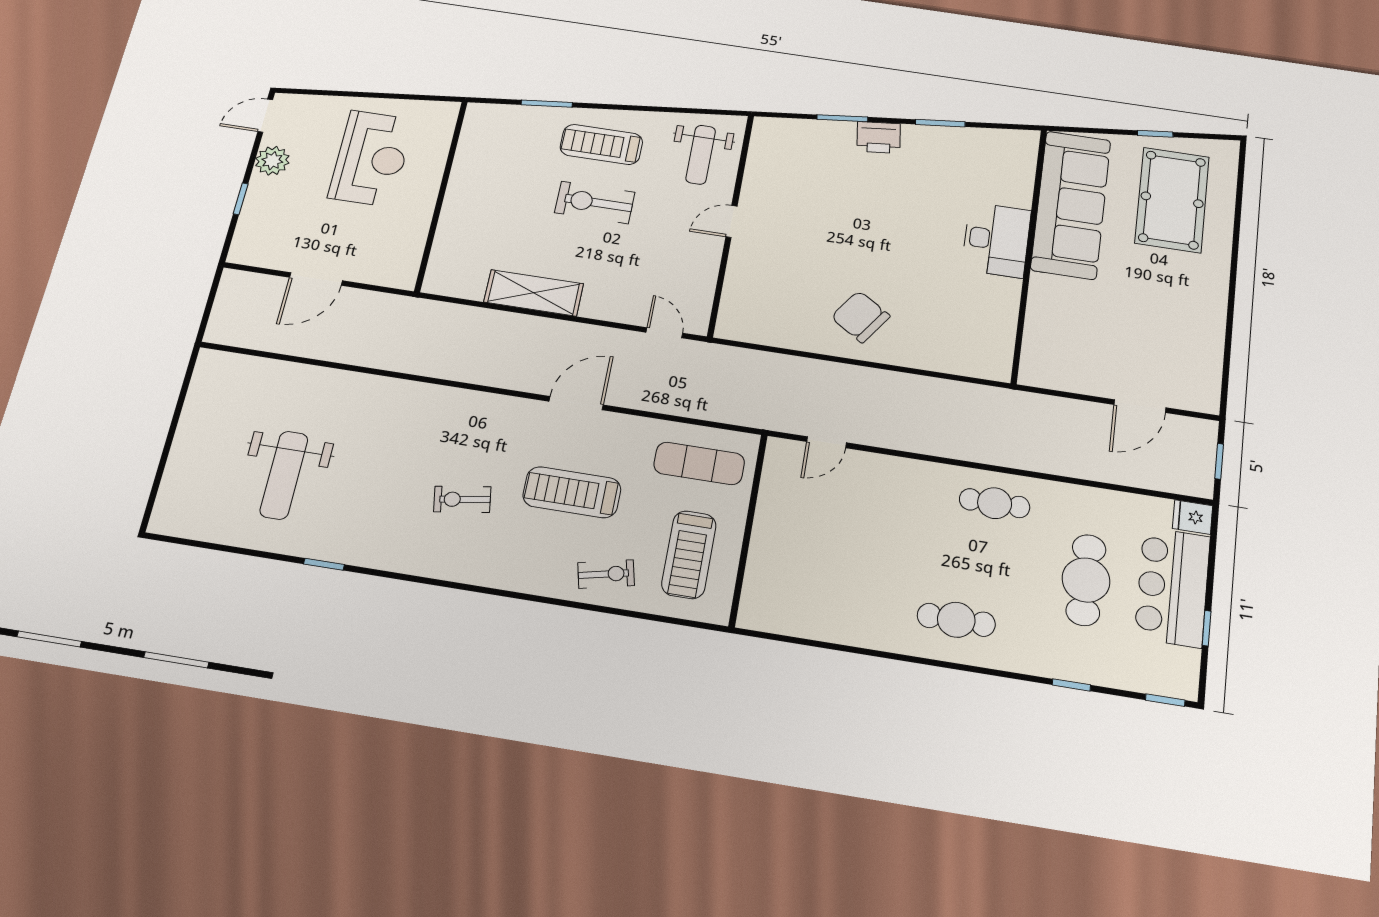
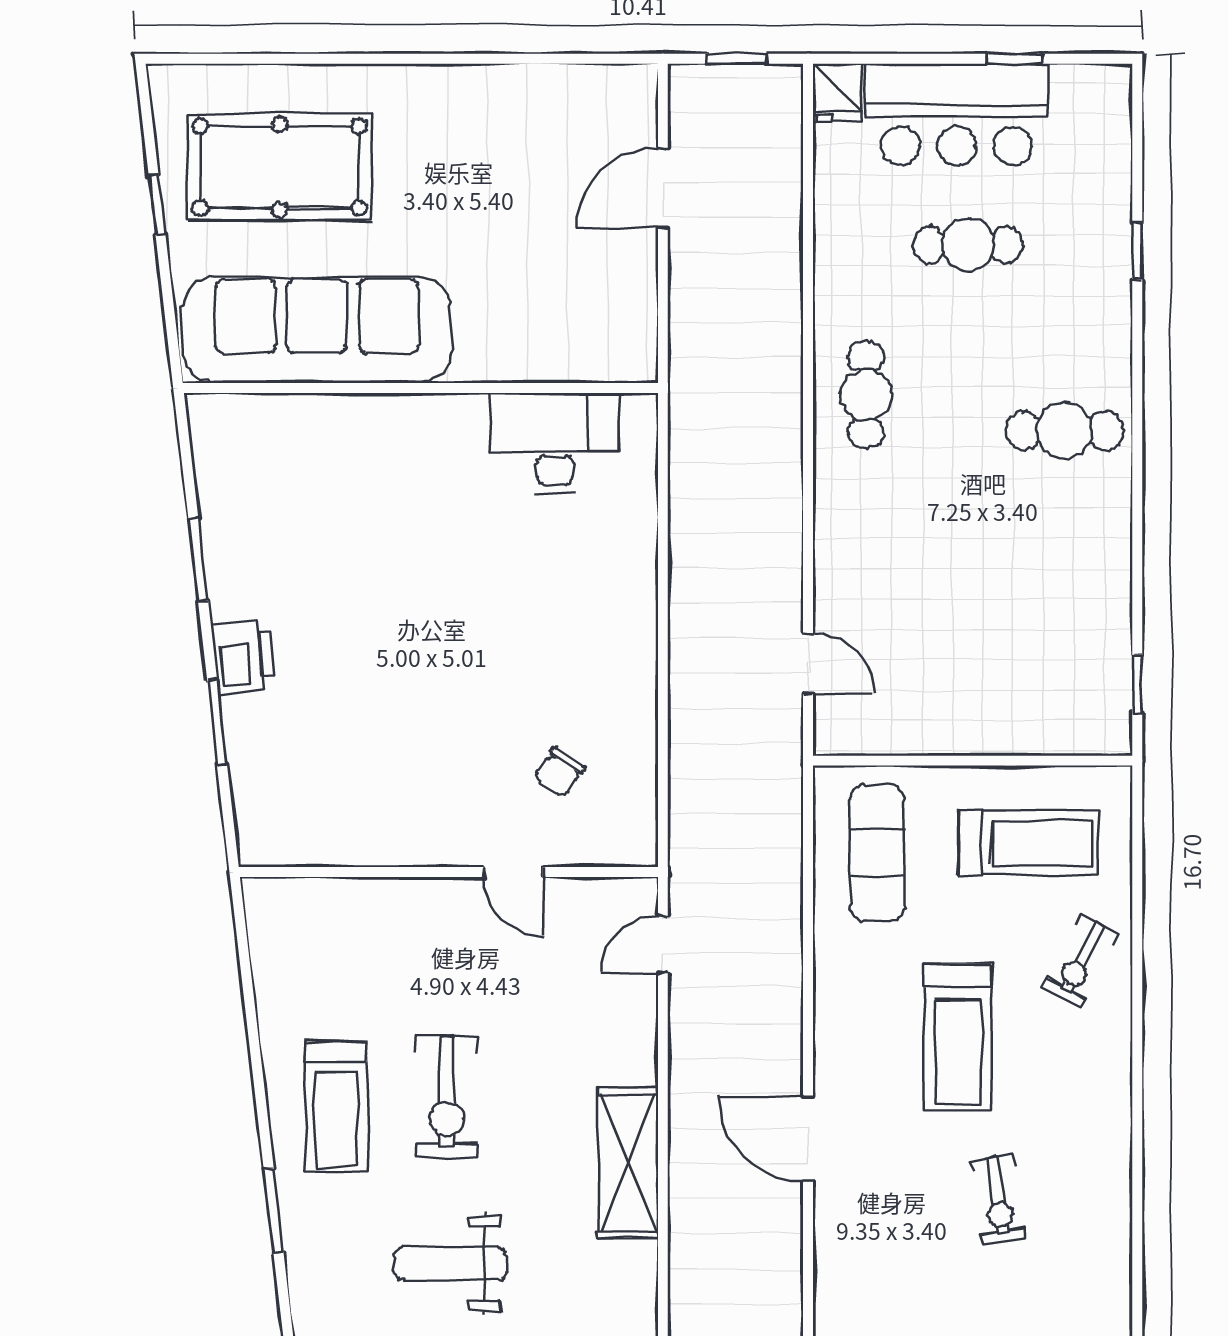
weight bench: (701, 155) -> (451, 1264), moved, turned 180
door: (731, 221) -> (513, 872), moved
desk: (996, 240) -> (555, 443), moved
chair: (860, 317) -> (560, 773), moved, width x0.54, depth x0.54
door: (576, 403) -> (808, 1139), moved
door: (1140, 406) -> (663, 188), swing flipped
exercise bike: (606, 574) -> (1081, 961), turned -139
cafe table: (1086, 580) -> (968, 245), width x0.73, depth x0.74
cafe table: (956, 620) -> (1064, 431), turned 90
window: (1165, 700) -> (1137, 684), moved

